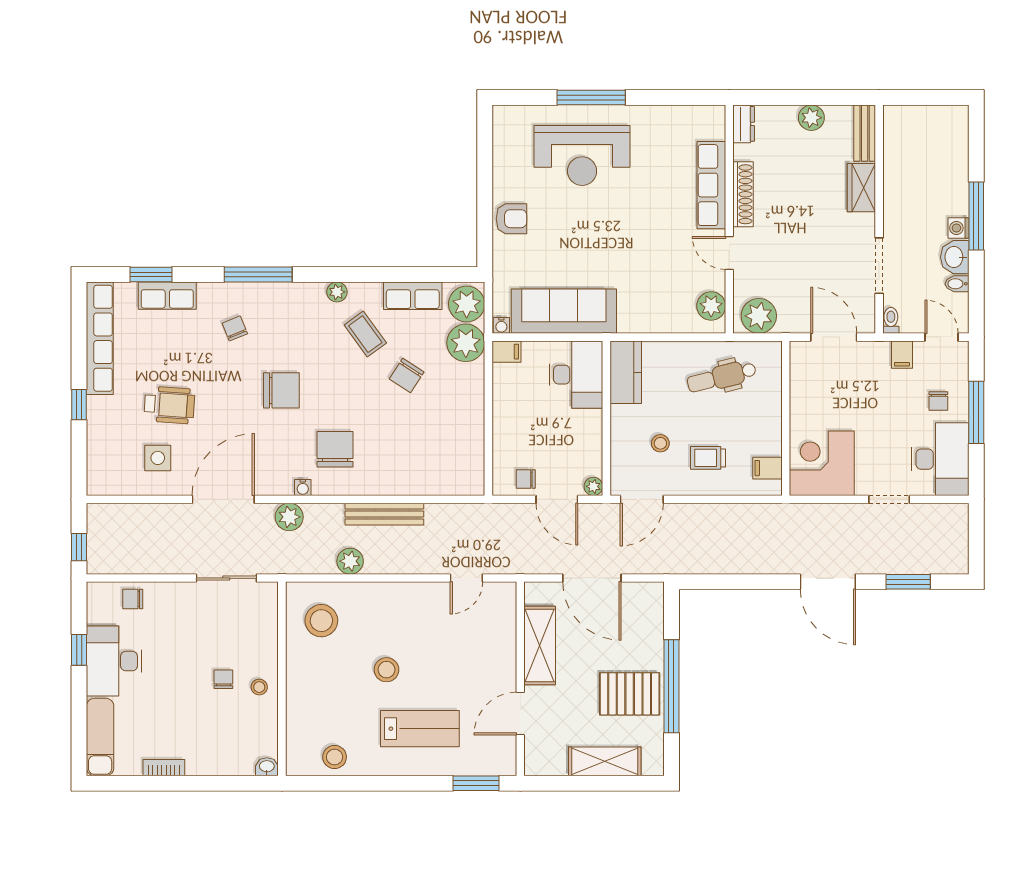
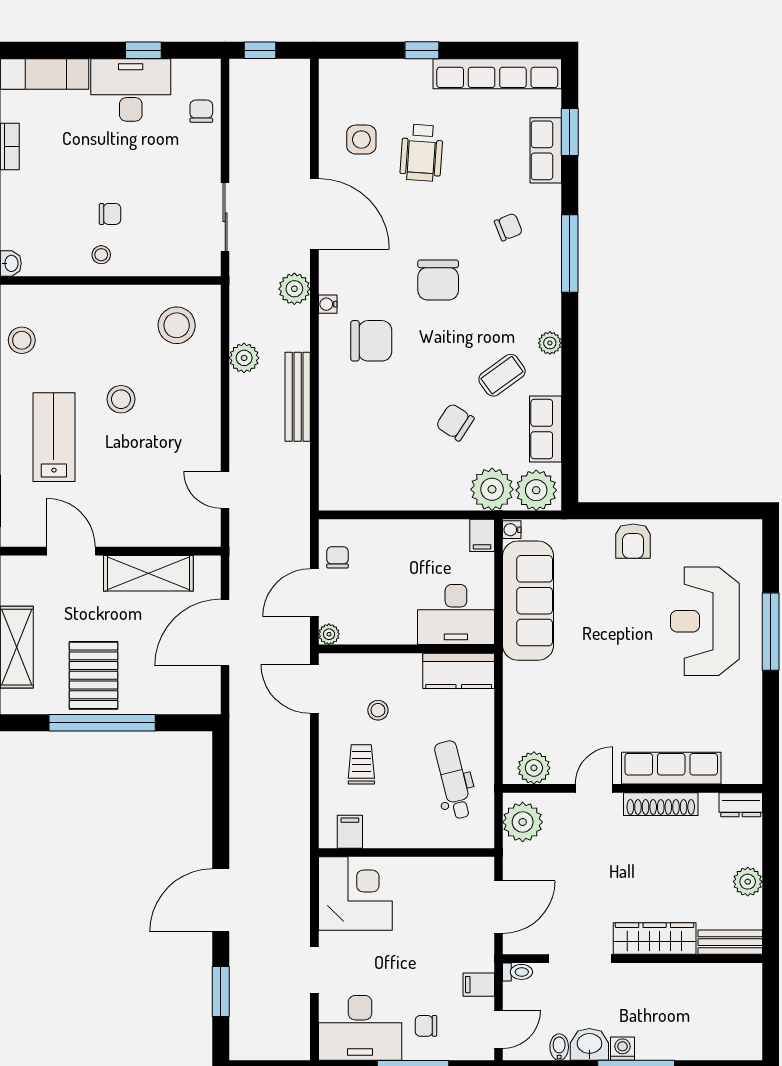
wardrobe: (861, 188) -> (655, 938), width x1.50
lab bench: (420, 729) -> (54, 437), turned 180

